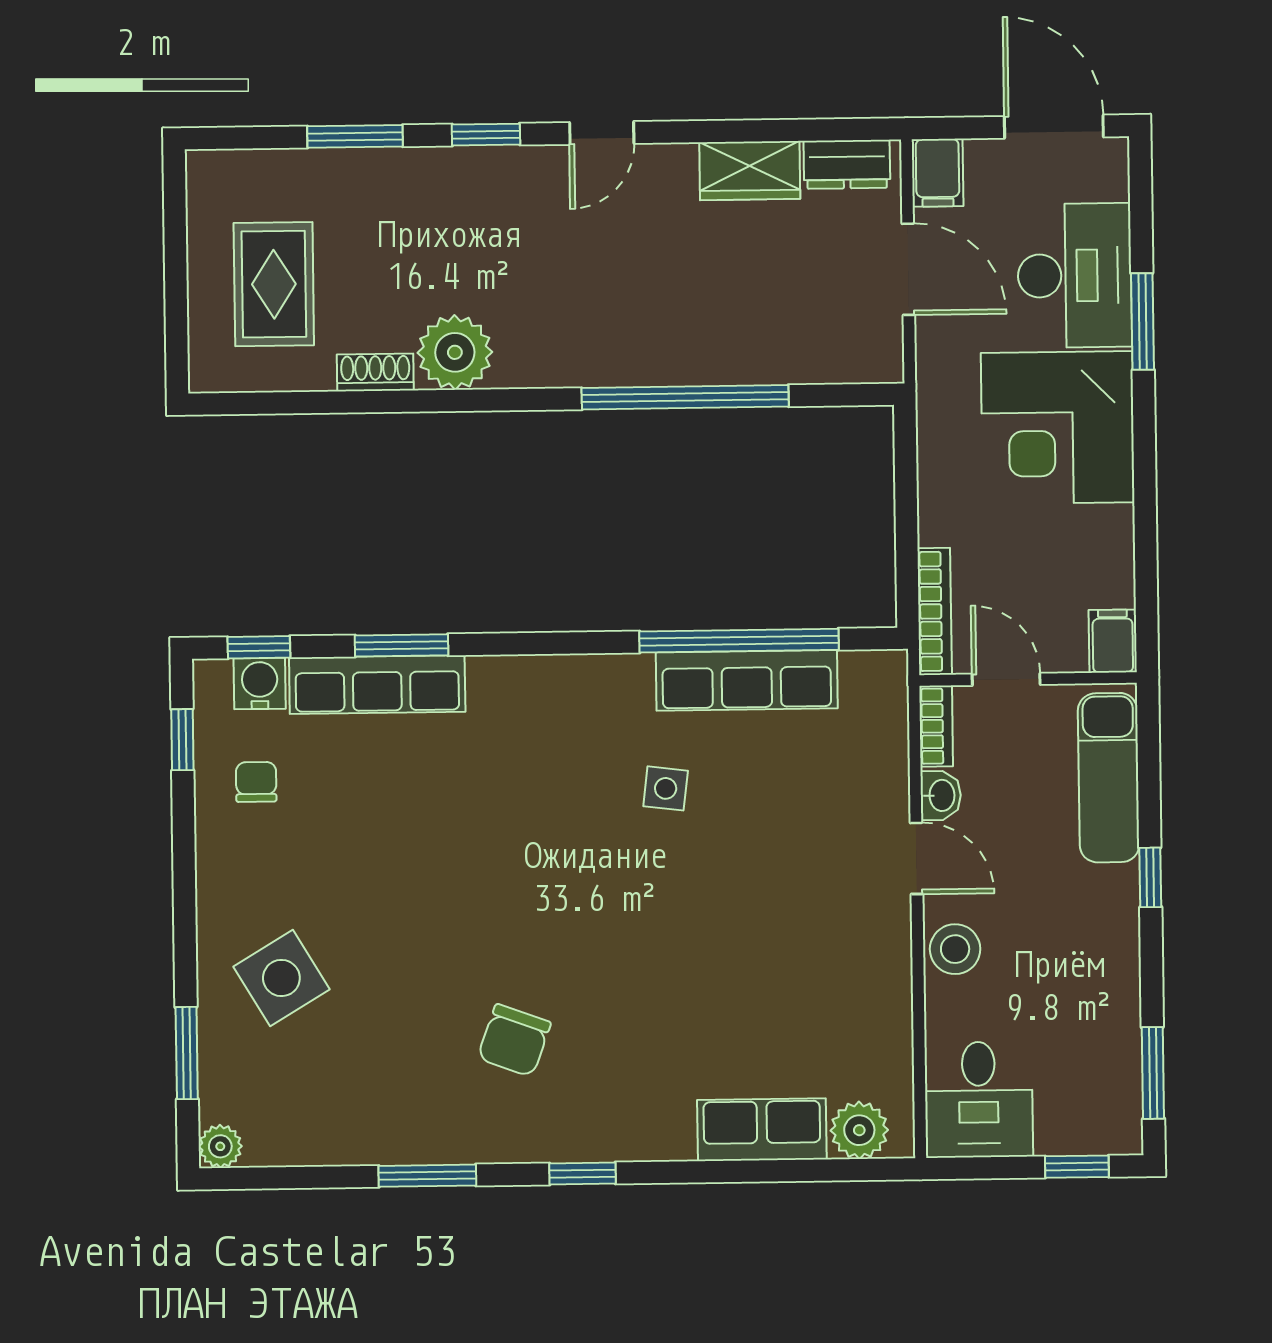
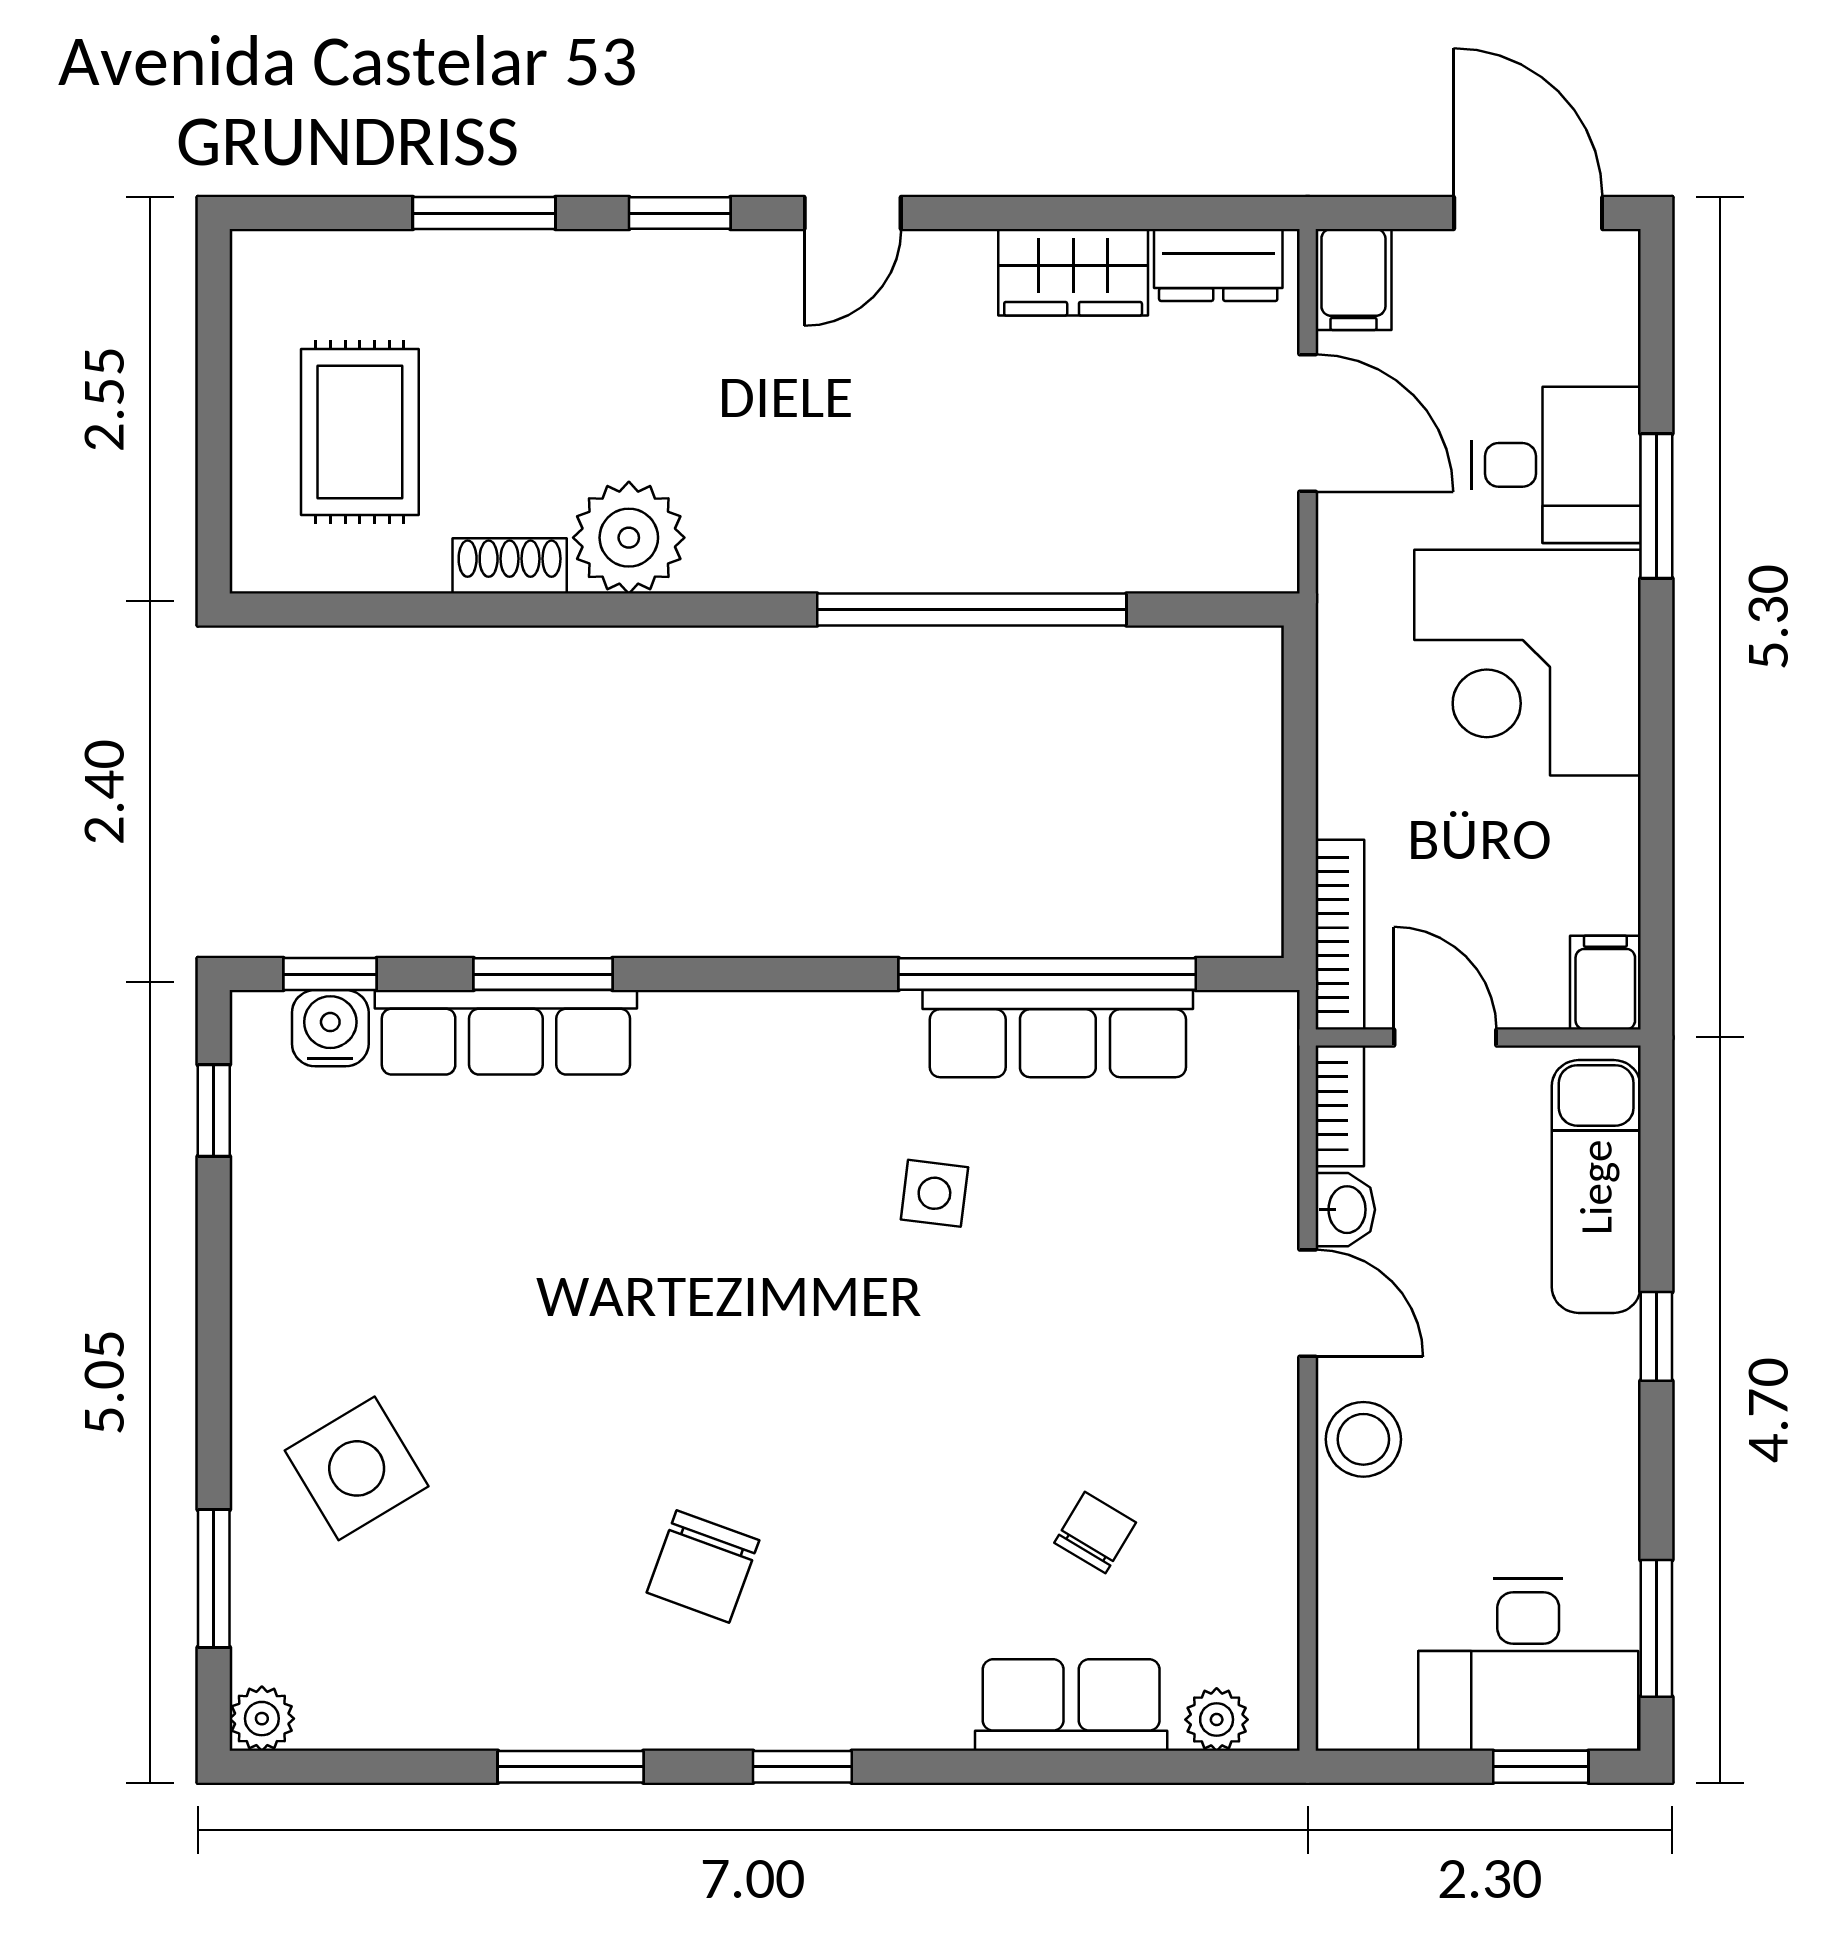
desk: (1075, 275) -> (1556, 465), width x0.73
chair: (256, 782) -> (1095, 1533), moved, turned 31
desk: (979, 1100) -> (1528, 1665), moved, width x1.37
plant: (859, 1130) -> (1217, 1720), width x0.73, depth x0.73

